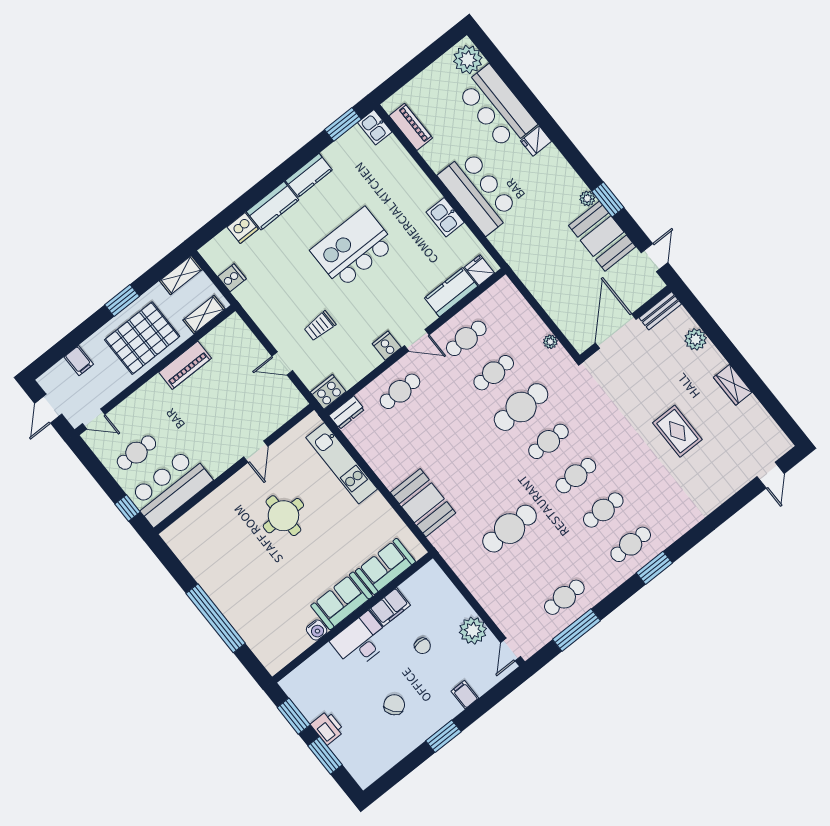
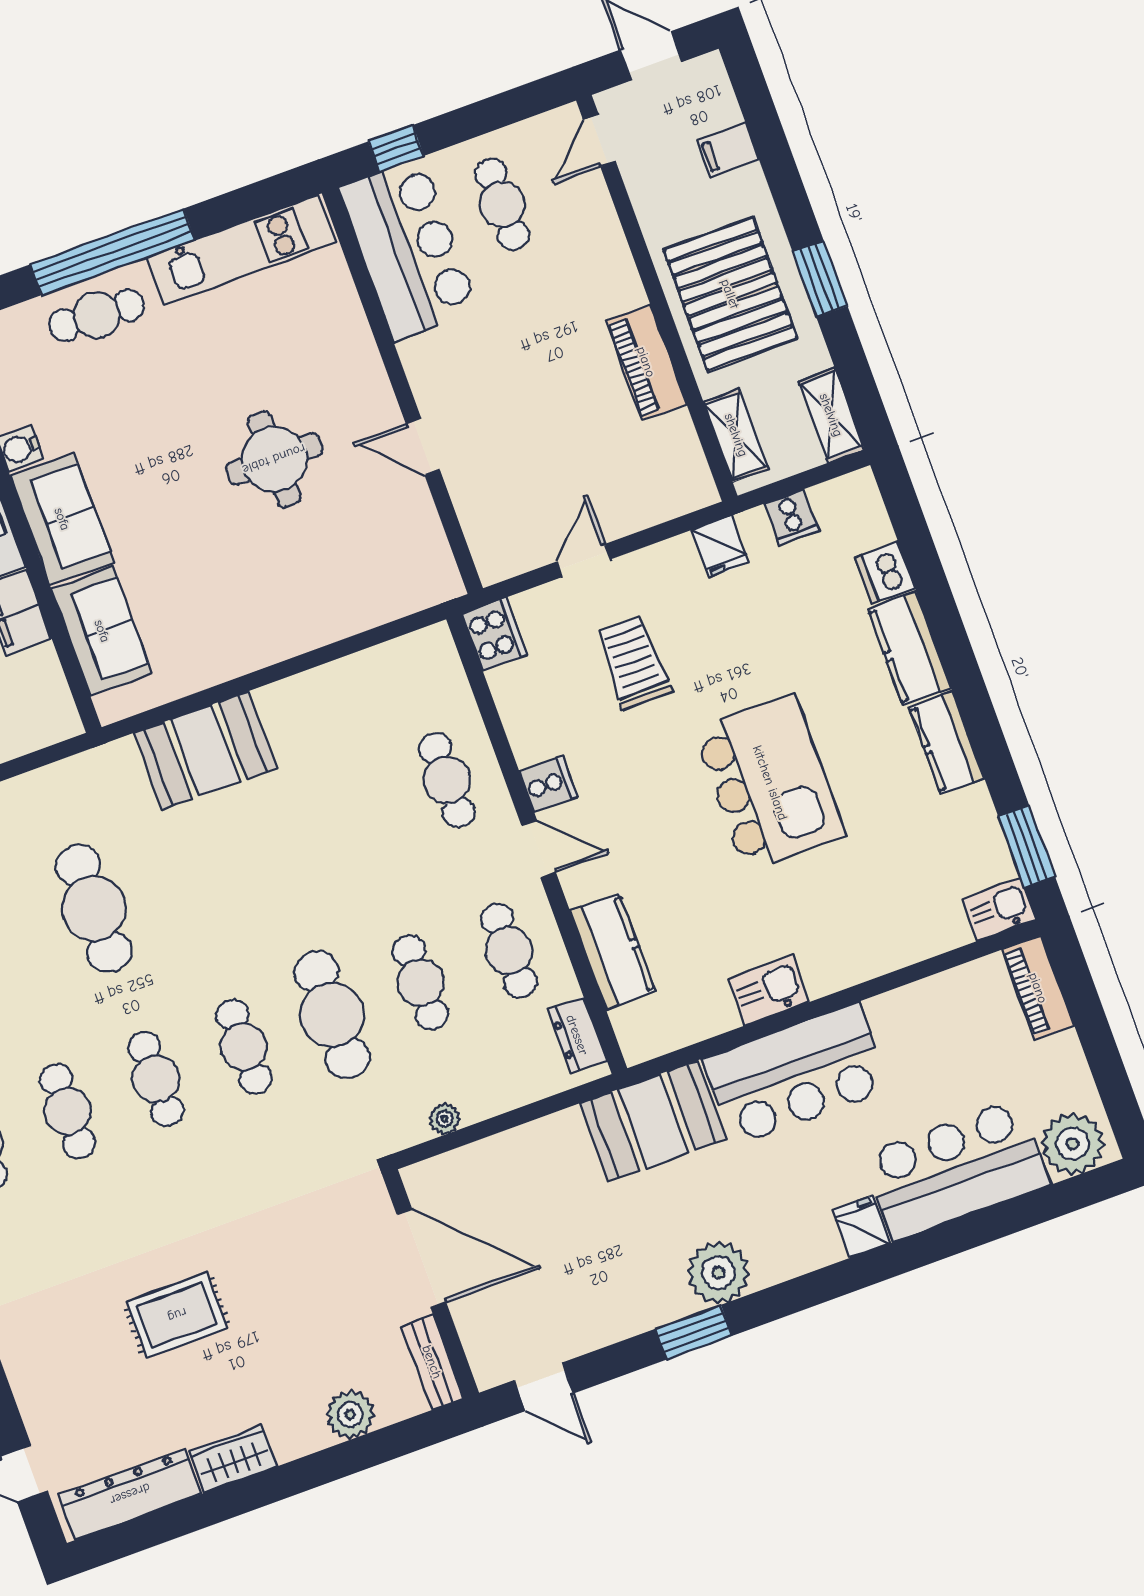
piano: (411, 127) -> (1038, 988), moved, turned 90
plant: (587, 198) -> (718, 1273), width x1.87, depth x1.87
booth: (602, 236) -> (653, 1121), moved
fridge: (480, 270) -> (720, 546), moved, turned 90
trolley: (320, 326) -> (634, 662), width x1.36, depth x1.39
door: (417, 340) -> (539, 849), swing flipped
dresser: (347, 413) -> (577, 1035), moved
dresser: (764, 425) -> (130, 1494), added
kitchen unit: (342, 463) -> (242, 250), moved, turned 180
cafe table: (246, 616) -> (97, 315), added

